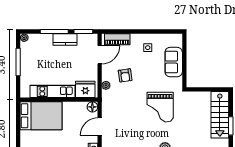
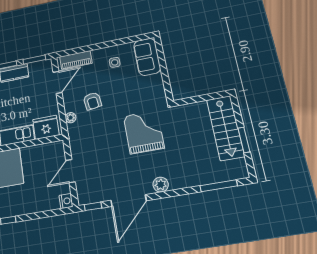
sofa: (174, 62) -> (147, 57), moved
floor lamp: (92, 107) -> (58, 148), removed
grand piano: (160, 107) -> (144, 132), turned 180

